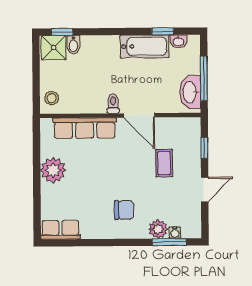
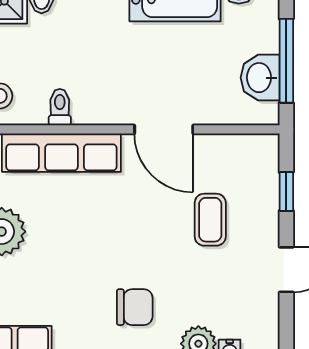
washbasin: (190, 92) -> (260, 78), width x0.72
toilet: (113, 104) -> (60, 107), moved

